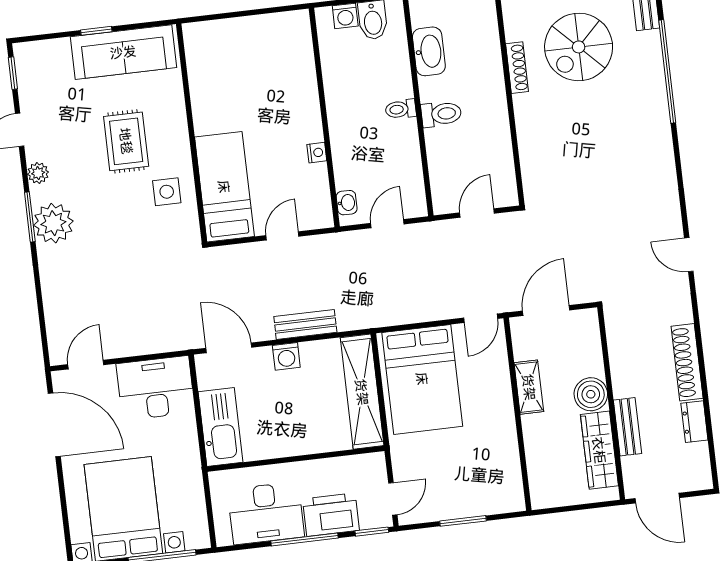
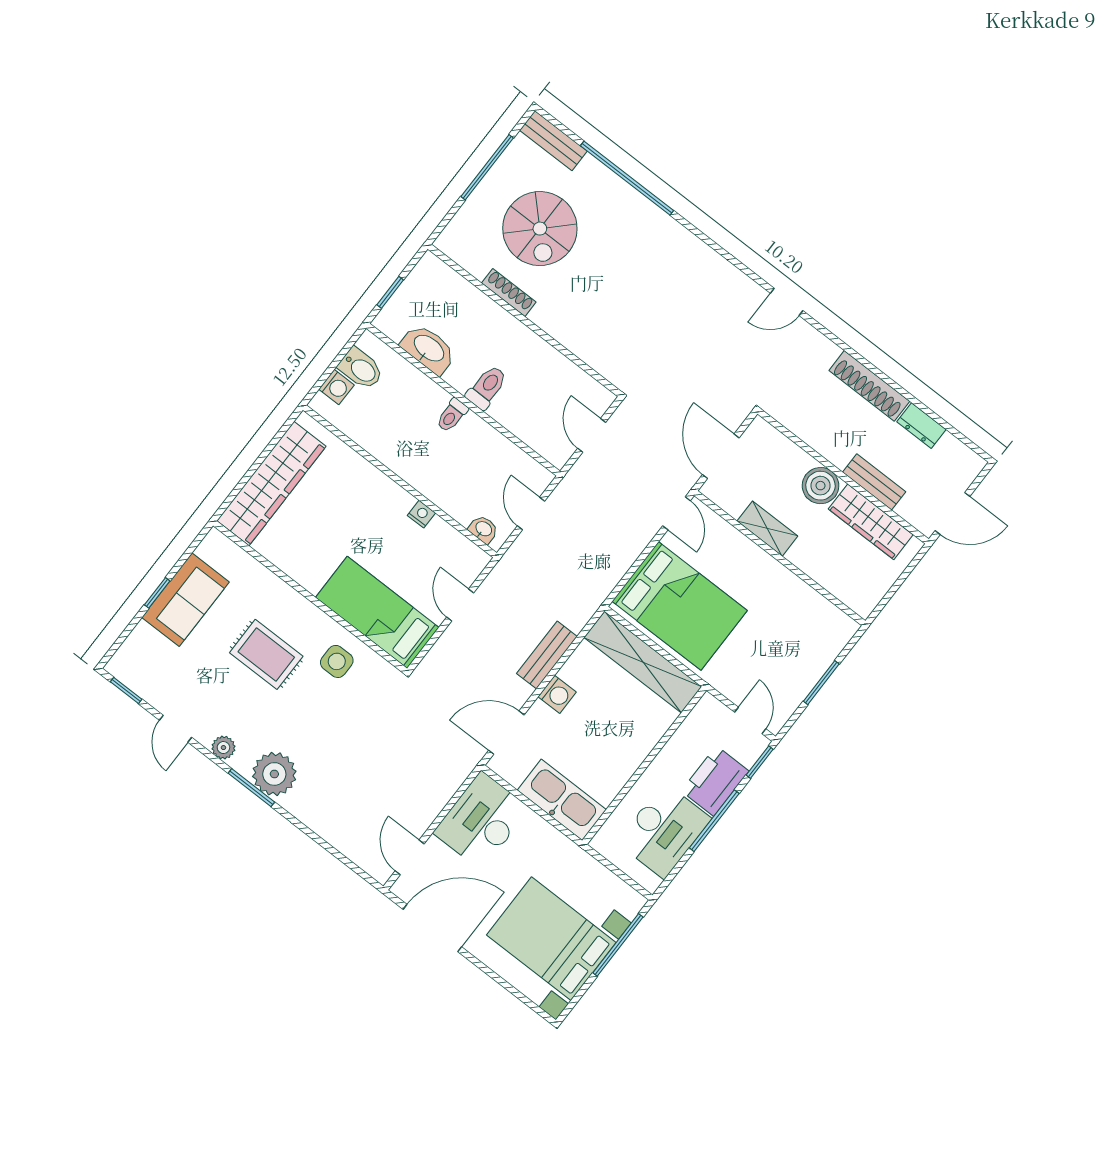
wardrobe: (241, 35) -> (271, 484), added
sofa: (123, 52) -> (185, 600), width x0.73

